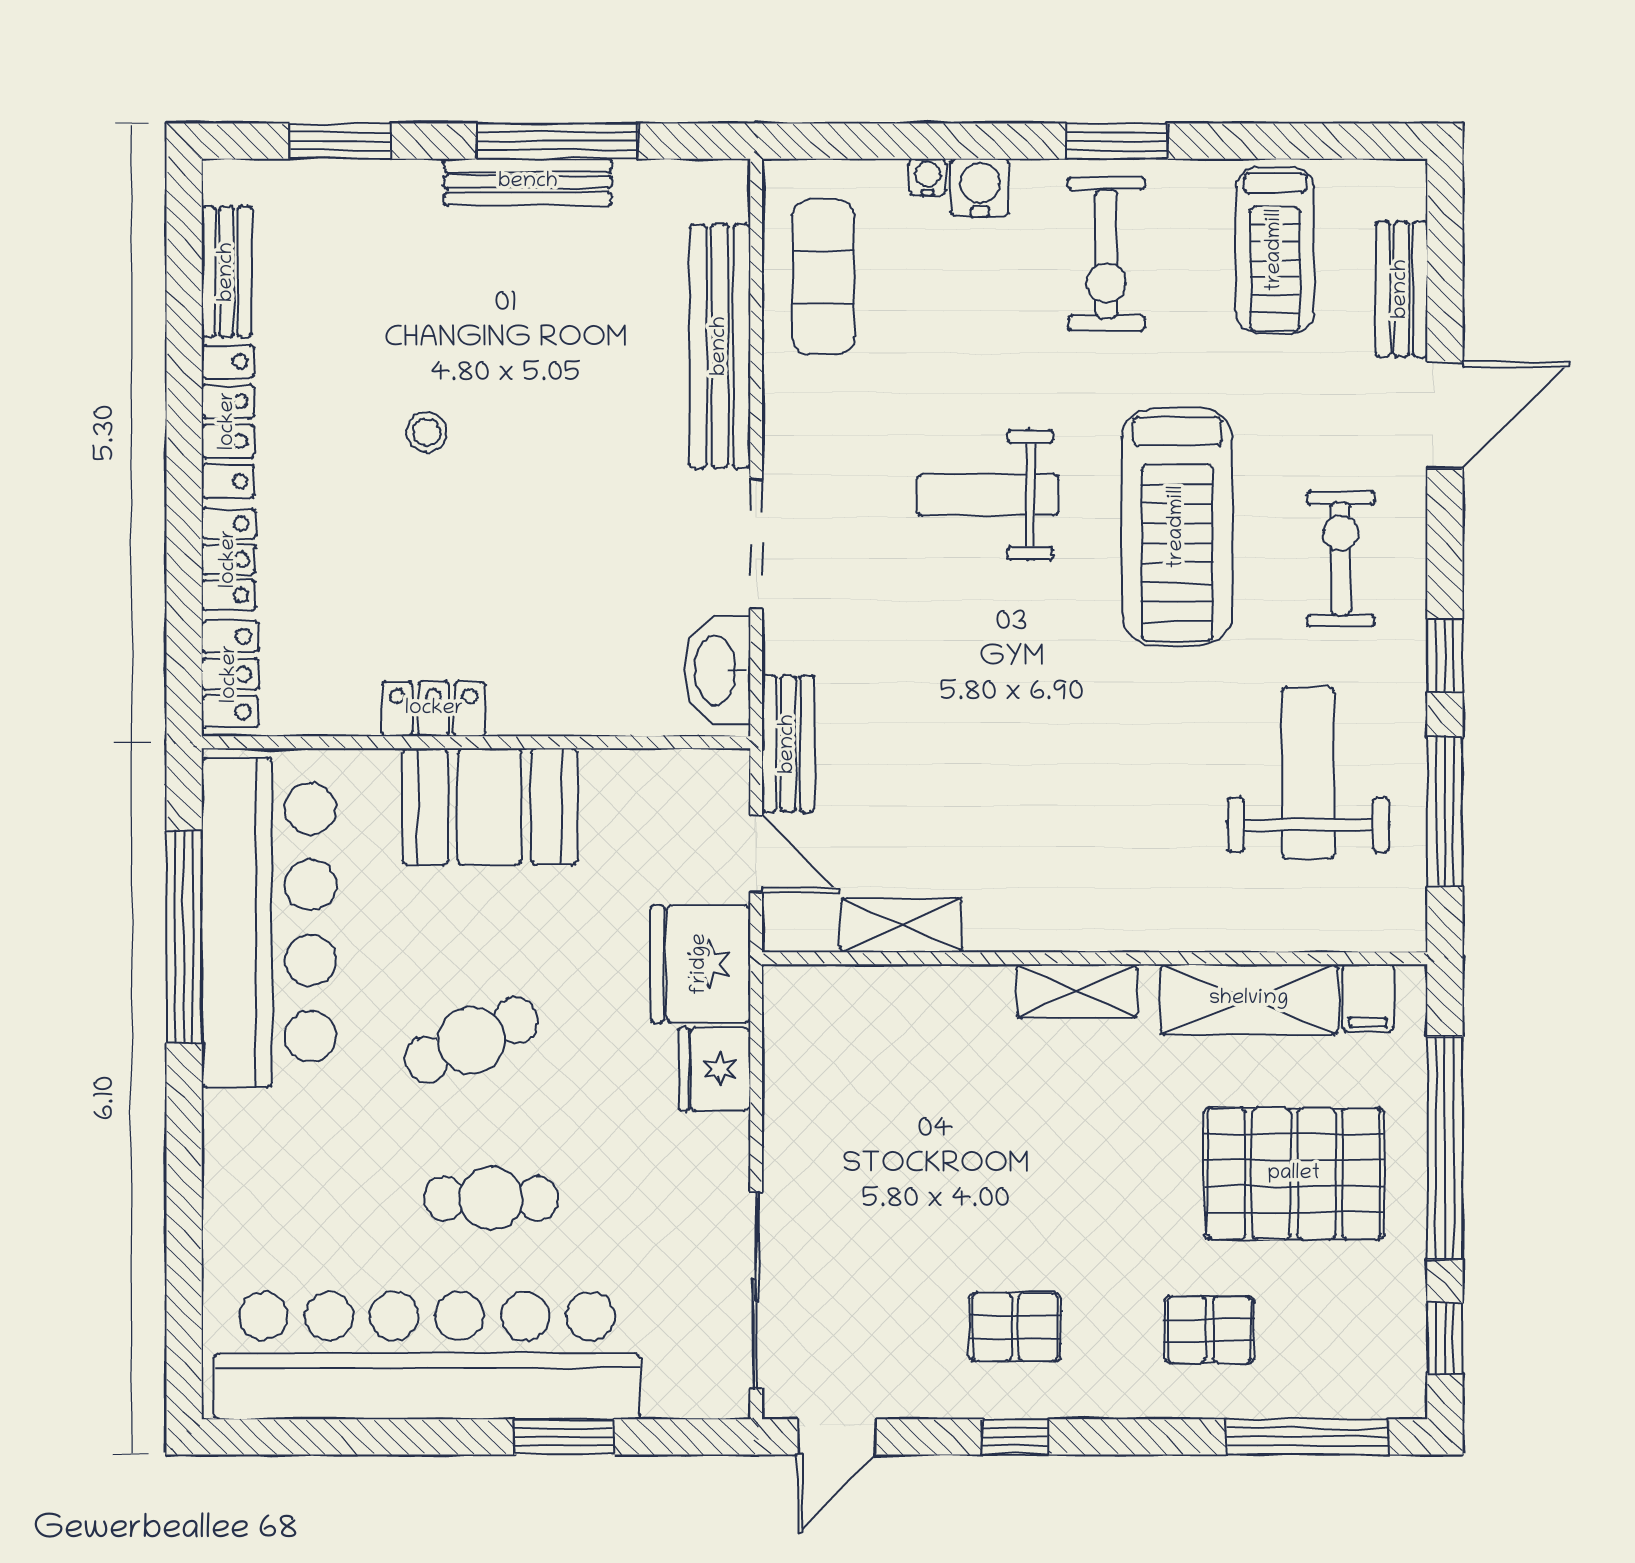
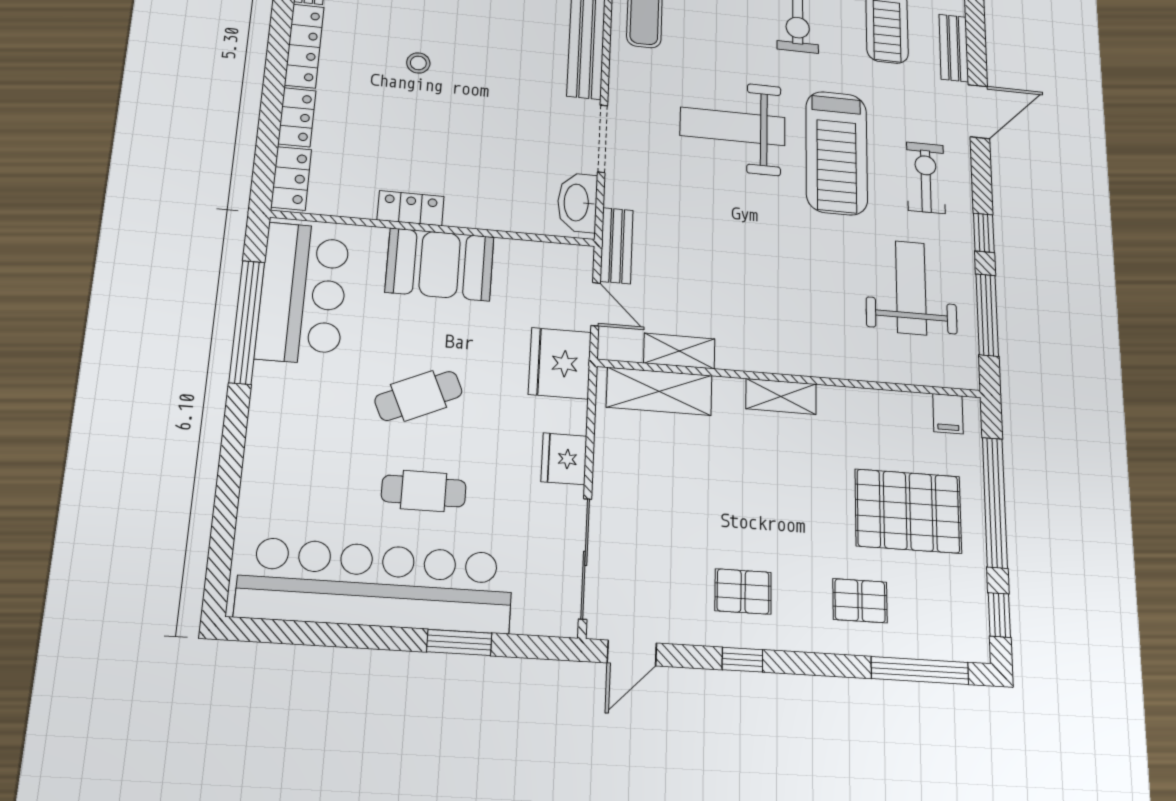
weight bench: (988, 495) -> (733, 126), width x1.36, depth x1.33
bar counter: (269, 923) -> (303, 293), width x0.73
shelving: (1249, 999) -> (659, 391), moved
fridge: (715, 1069) -> (564, 459), moved

